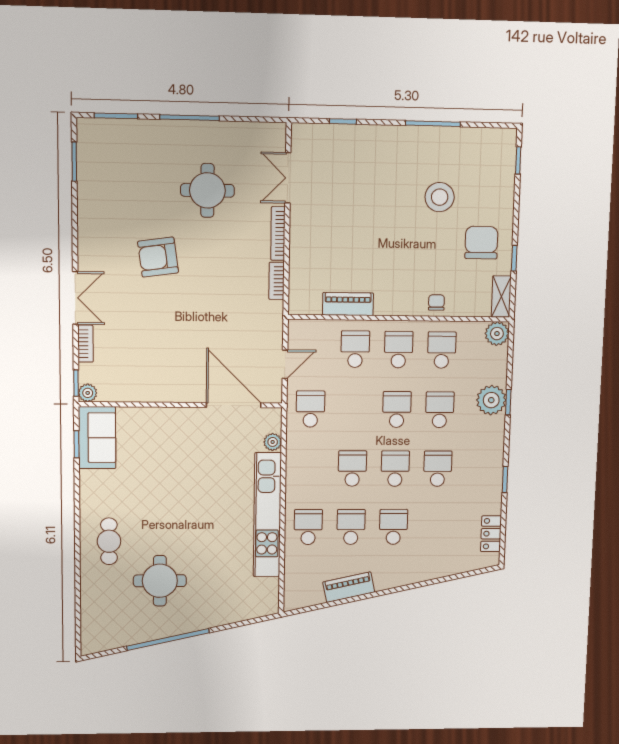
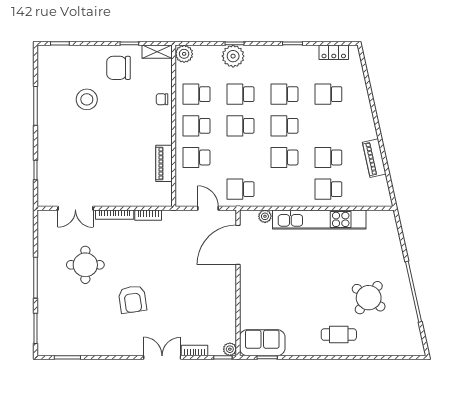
school desk: (393, 527) -> (328, 94), moved
round table: (160, 581) -> (369, 298), turned 37

